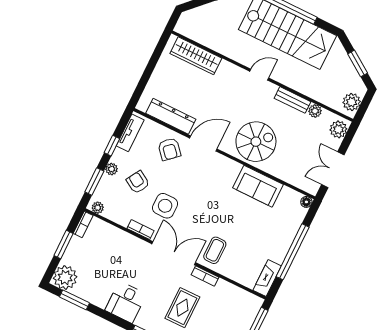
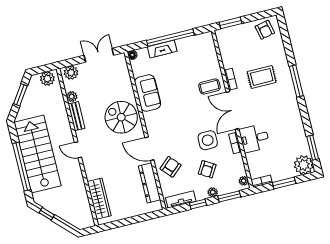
double door: (333, 170) -> (99, 55), swing flipped
fireplace: (267, 278) -> (162, 49), moved
desk: (126, 302) -> (254, 138), moved, turned 180

